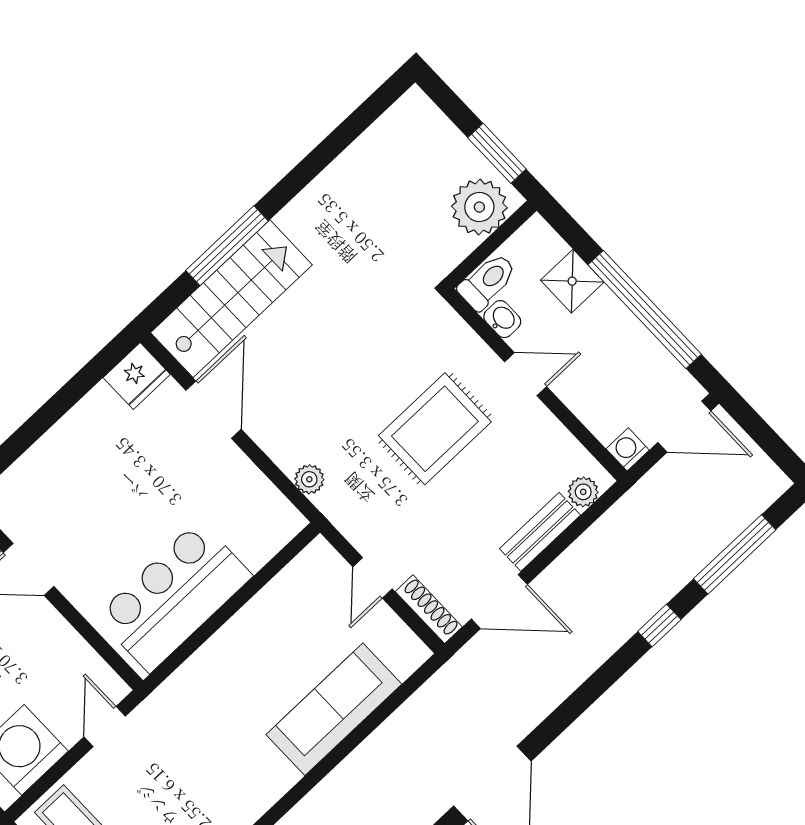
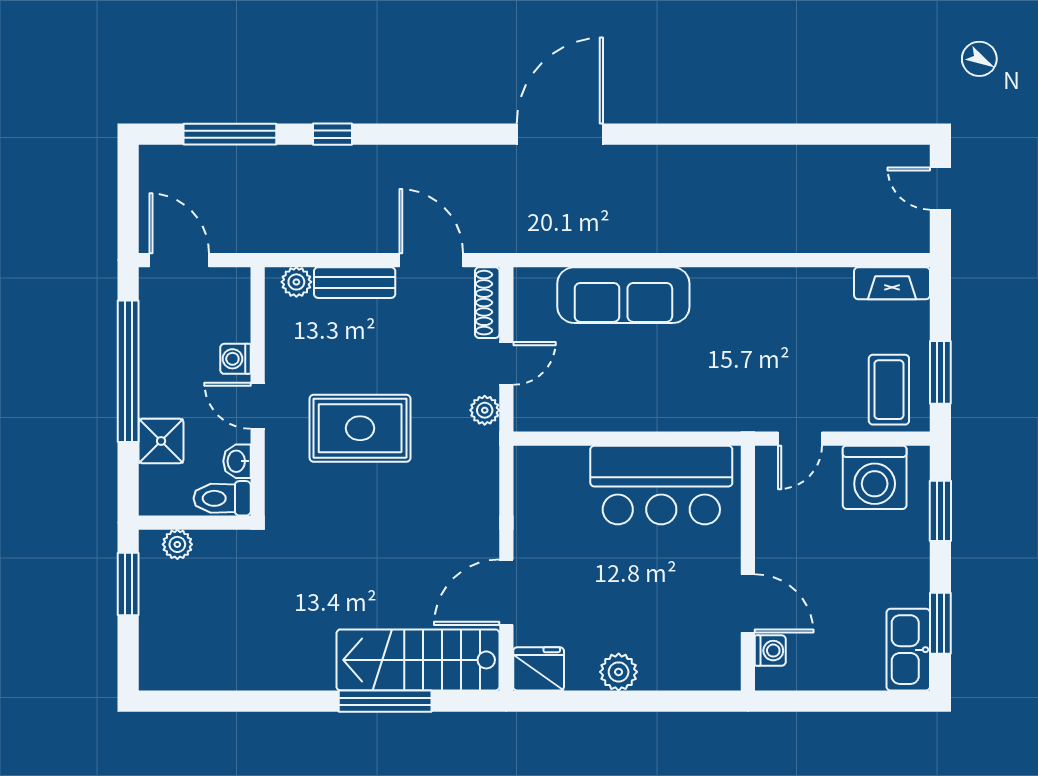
plant: (479, 207) -> (177, 544), width x0.53, depth x0.53
plant: (76, 429) -> (619, 672), added
washing machine: (628, 449) -> (236, 359), moved, turned 90
plant: (309, 479) -> (485, 410), moved

